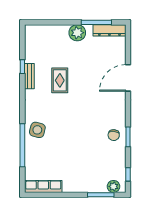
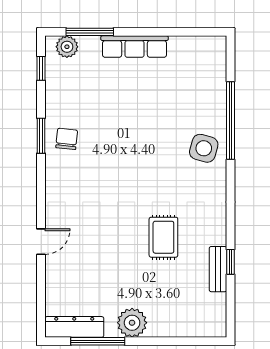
bench: (29, 76) -> (218, 269), moved
door: (128, 78) -> (41, 242), width x0.53
row of seats: (43, 187) -> (135, 47), moved

